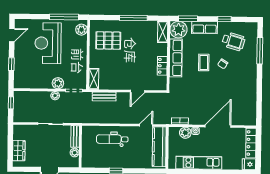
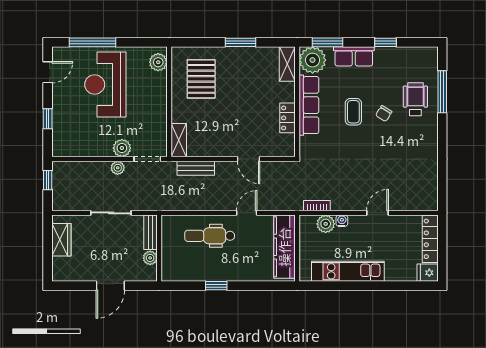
window: (64, 17) -> (93, 42), moved
window: (133, 18) -> (240, 42), width x0.69
pallet: (108, 40) -> (201, 79), turned 90
wheelchair: (234, 41) -> (415, 99), moved, turned -106
door: (137, 91) -> (249, 159), hinge flipped
door: (146, 125) -> (247, 213), moved
door: (218, 126) -> (377, 213), width x0.53
wardrobe: (19, 151) -> (61, 240), moved

